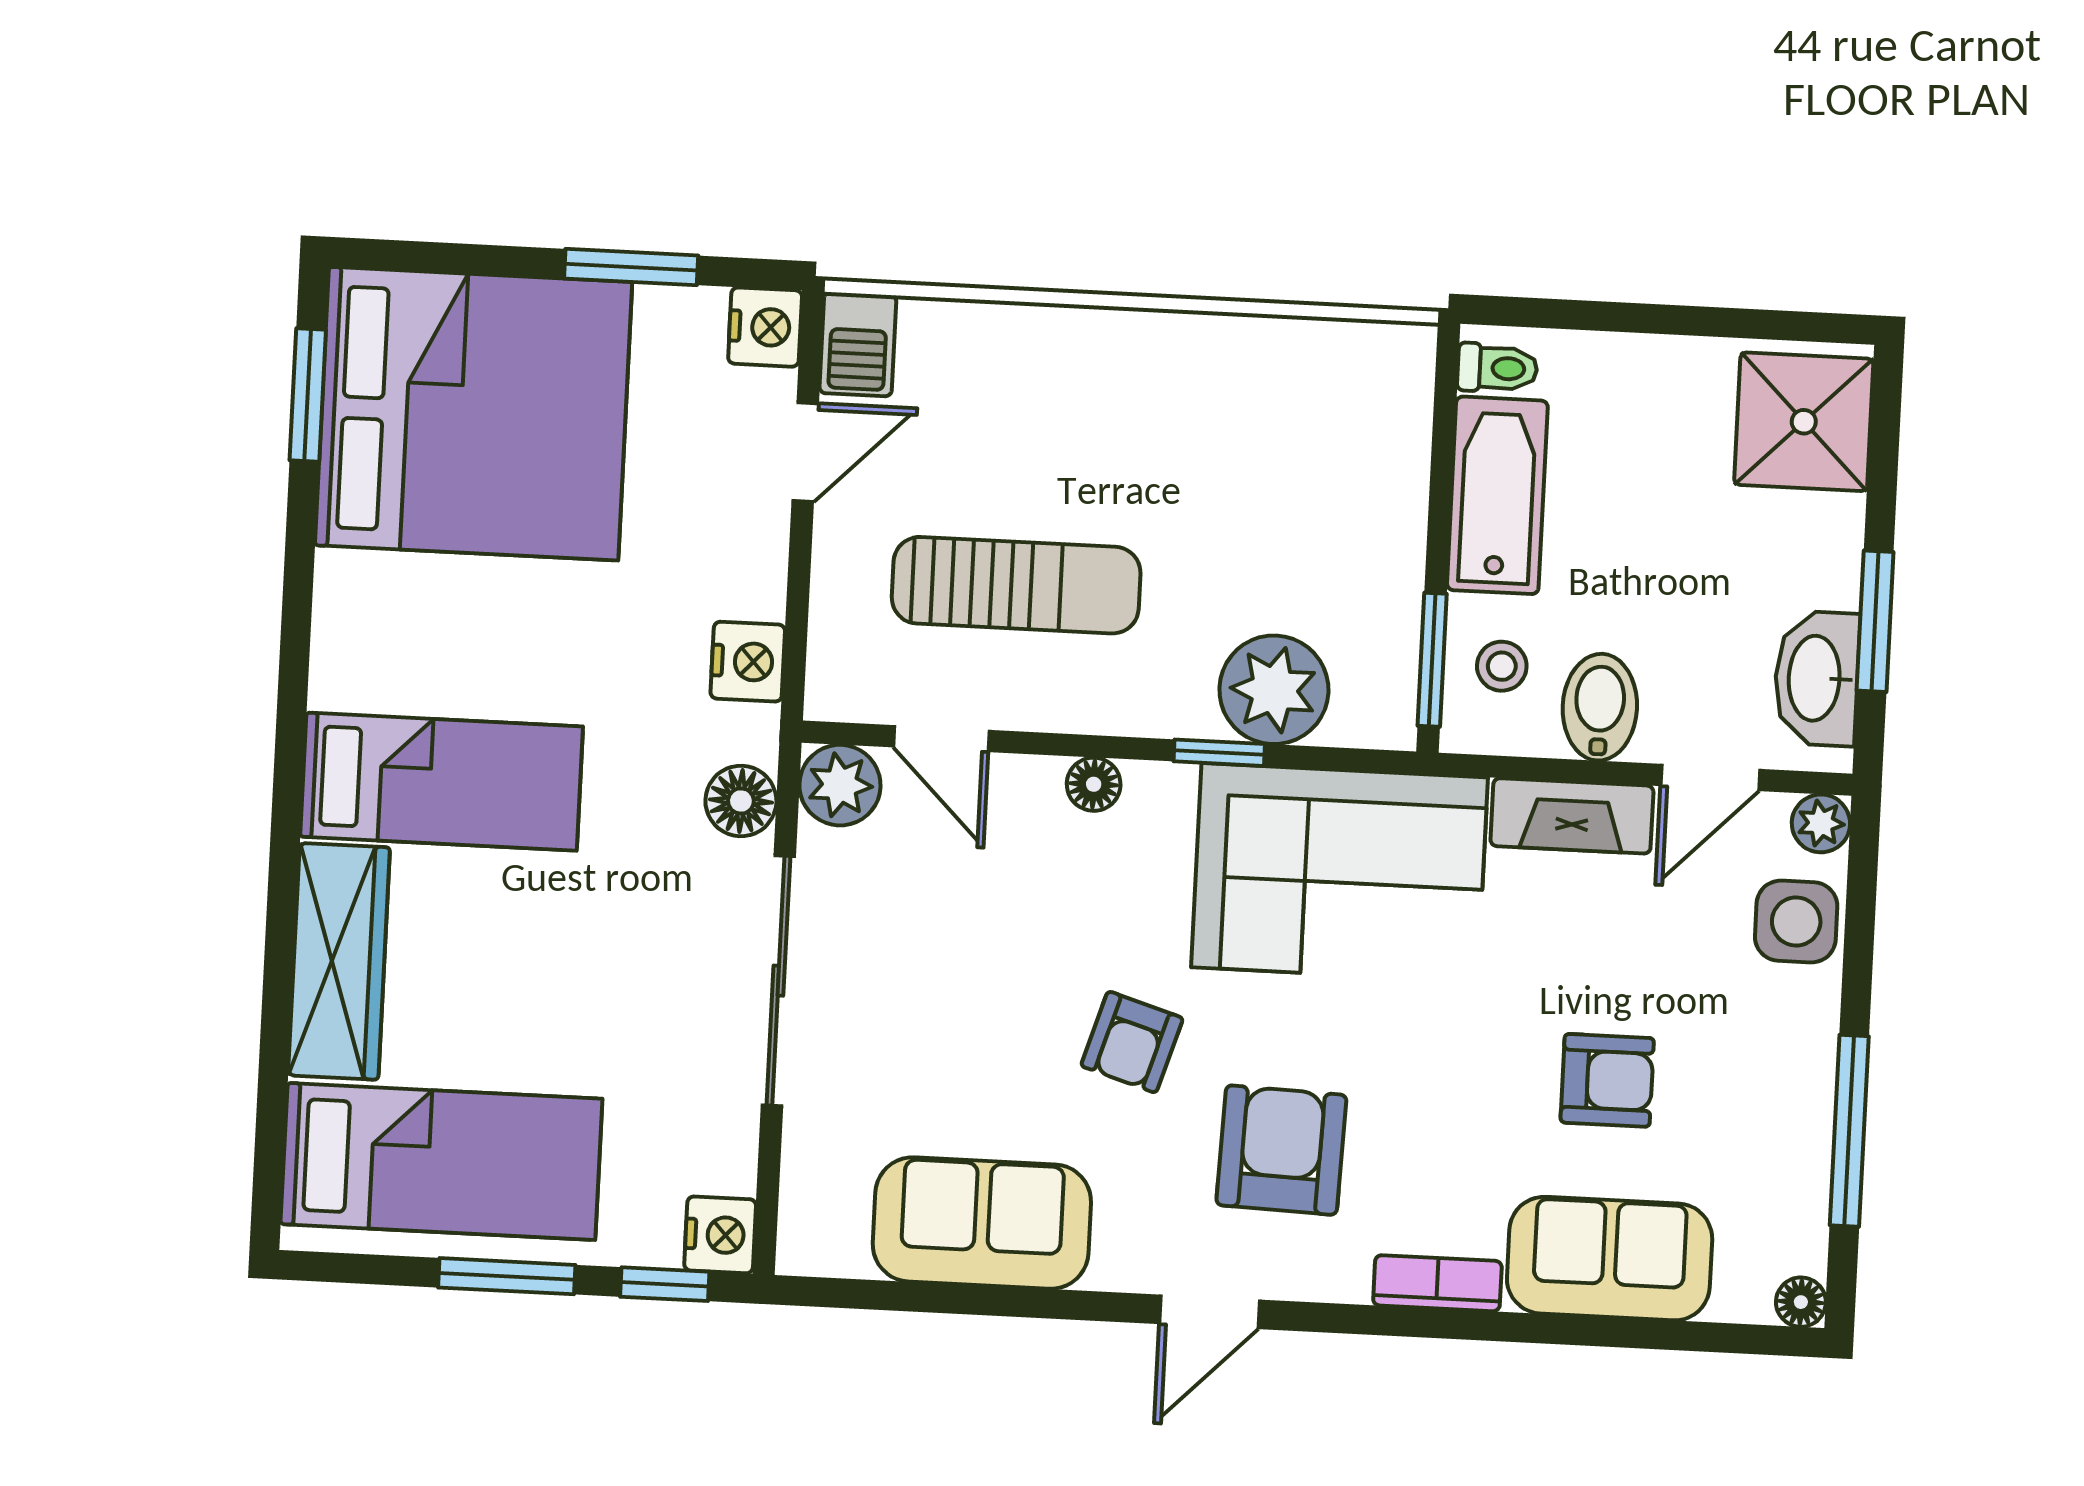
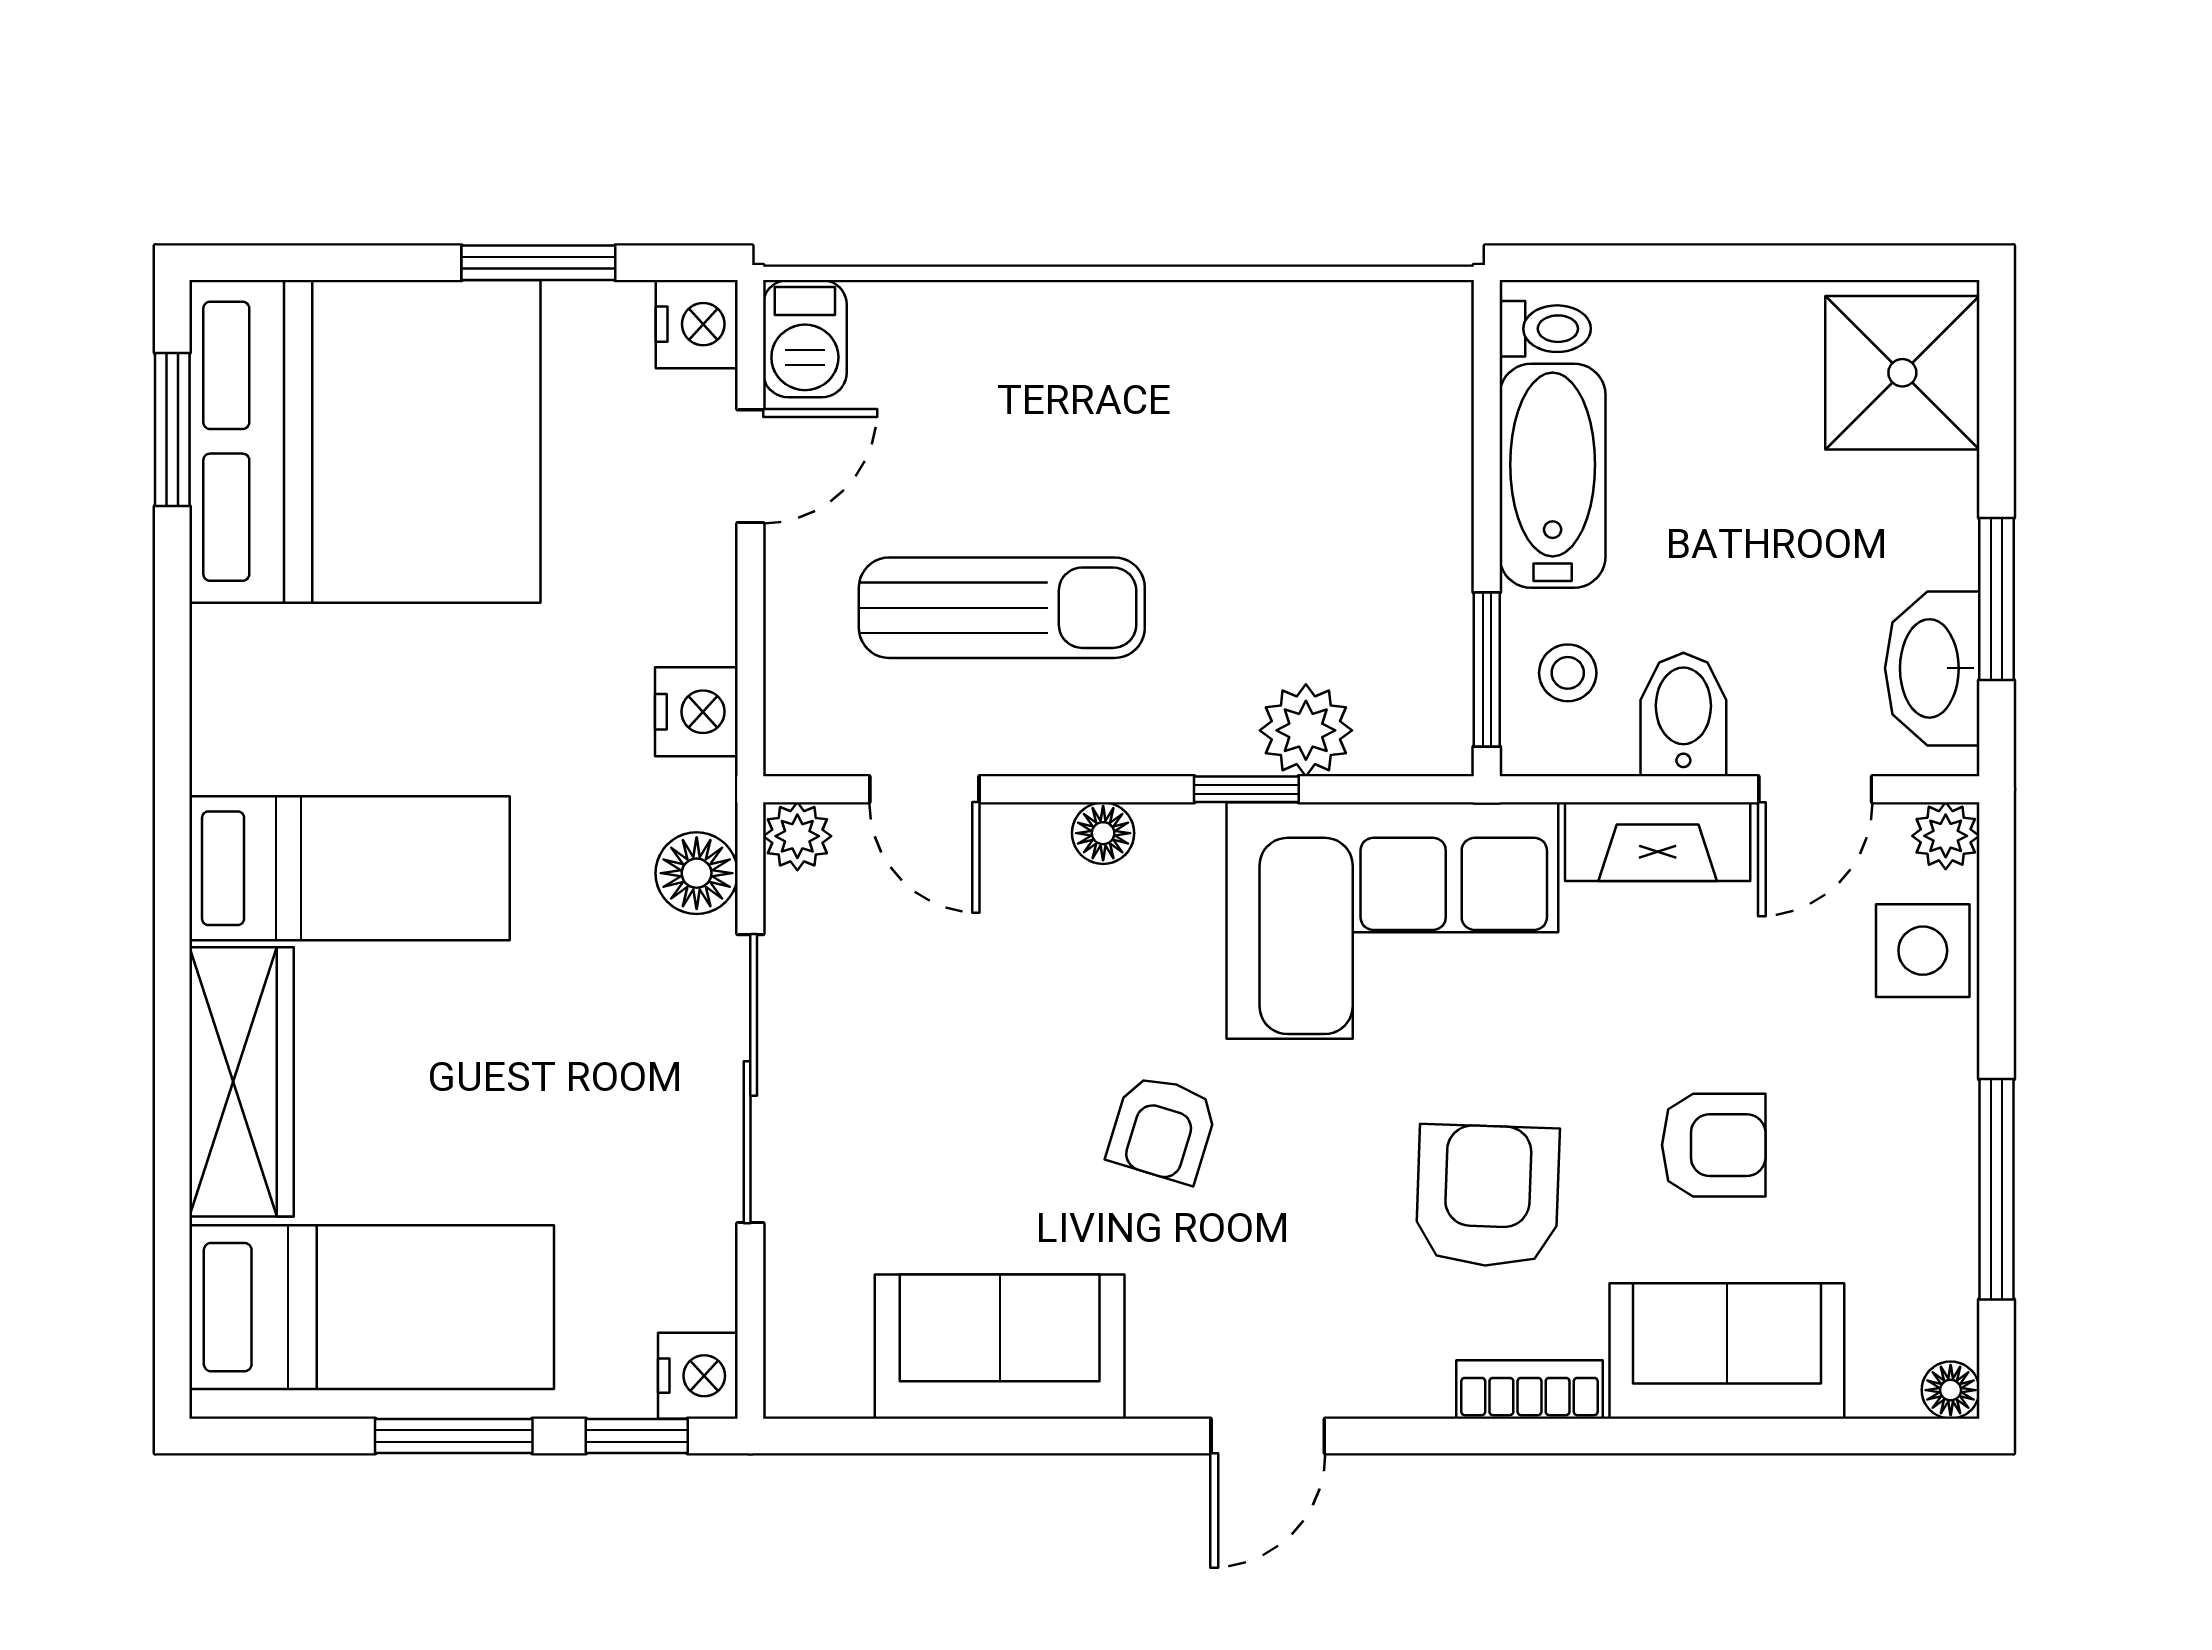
plant: (1274, 690) -> (1306, 730), width x0.73, depth x0.73
plant: (840, 785) -> (797, 836), width x0.73, depth x0.73
armchair: (1281, 1150) -> (1488, 1196), moved

